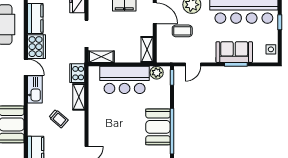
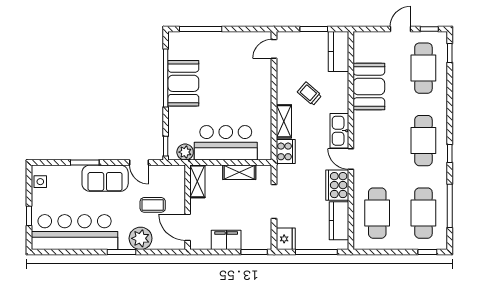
sofa: (234, 52) -> (105, 178), moved
shelving: (101, 57) -> (239, 172), moved
door: (193, 64) -> (139, 163), swing flipped

